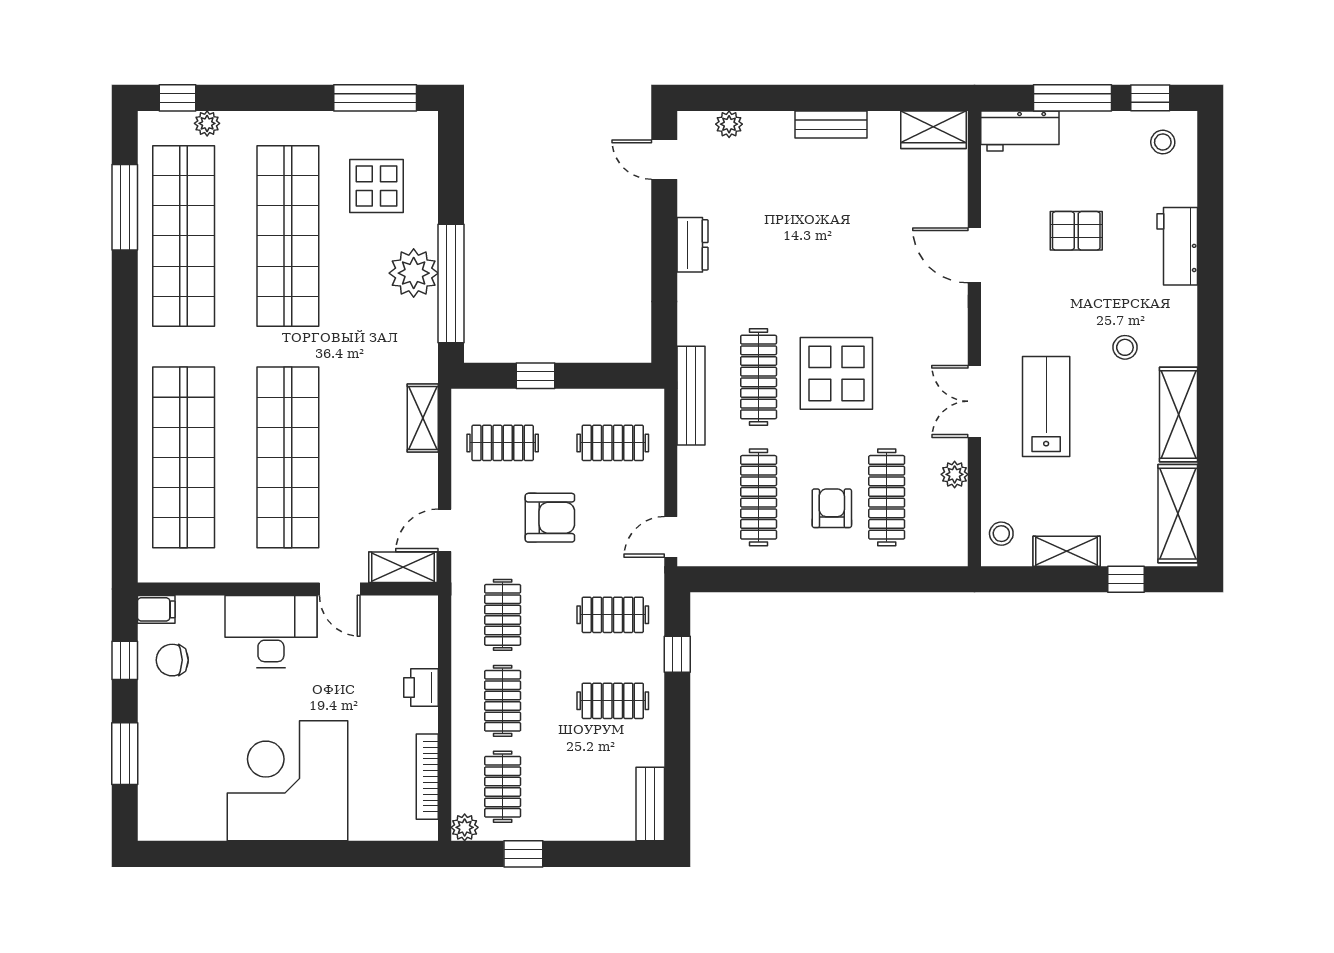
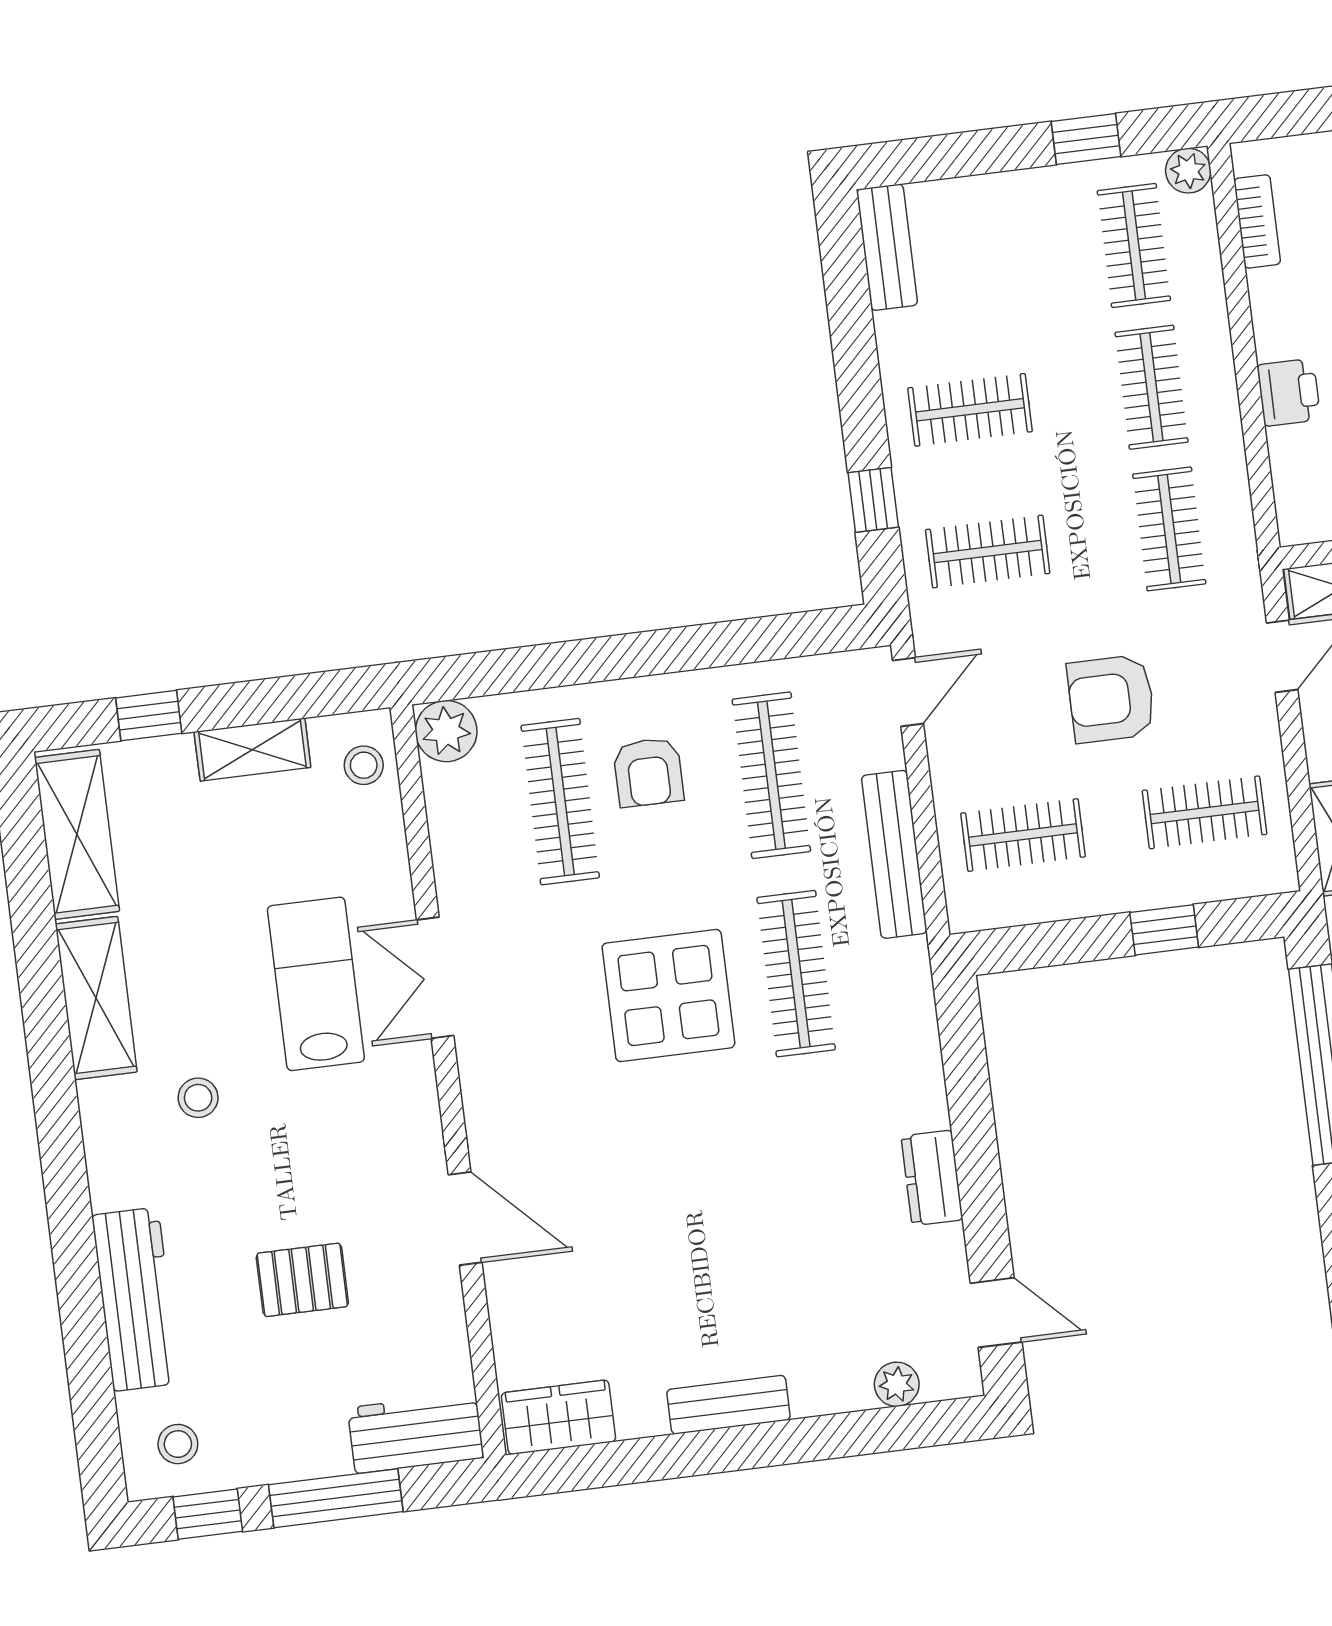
workbench: (1177, 246) -> (136, 1299), width x1.38
bench: (691, 396) -> (894, 854), moved
double door: (974, 401) -> (435, 978), swing flipped
lab bench: (1046, 407) -> (316, 984), turned 180
plant: (955, 474) -> (446, 731), moved, width x1.38, depth x1.38
bookcase: (427, 777) -> (1257, 221), width x0.64

